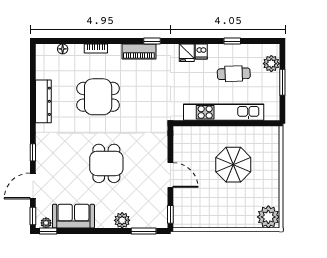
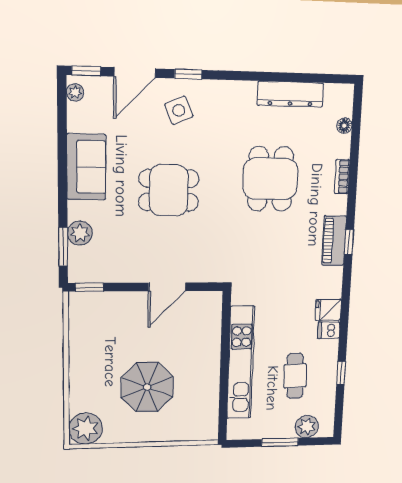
window: (152, 41) -> (349, 242), moved
dresser: (43, 101) -> (290, 94), moved
side table: (55, 158) -> (179, 110), added
parasol: (233, 165) -> (147, 387), moved
door: (170, 175) -> (167, 287), moved
door: (33, 186) -> (135, 72), swing flipped
sofa: (73, 216) -> (86, 167), moved
plant: (122, 220) -> (80, 233), moved
window: (48, 231) -> (62, 95), removed

